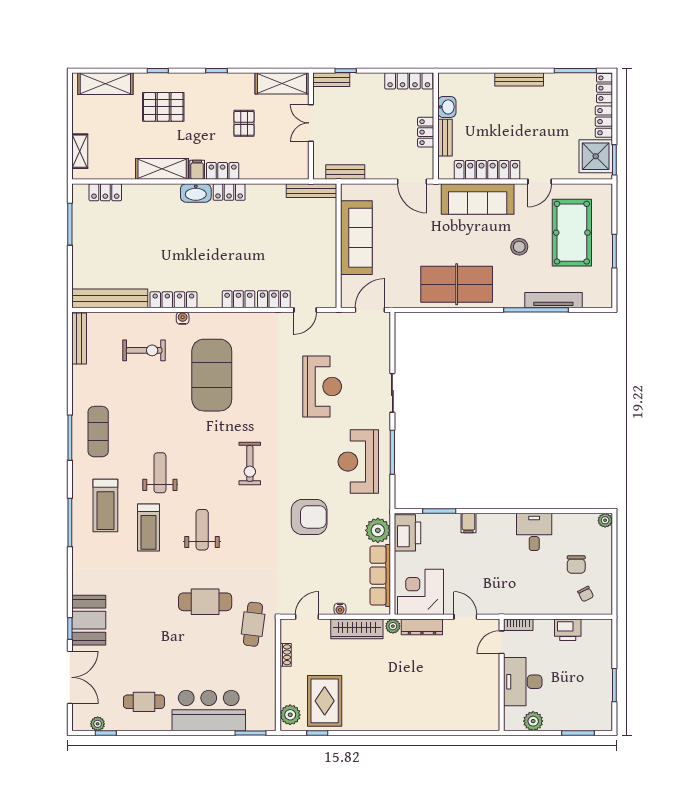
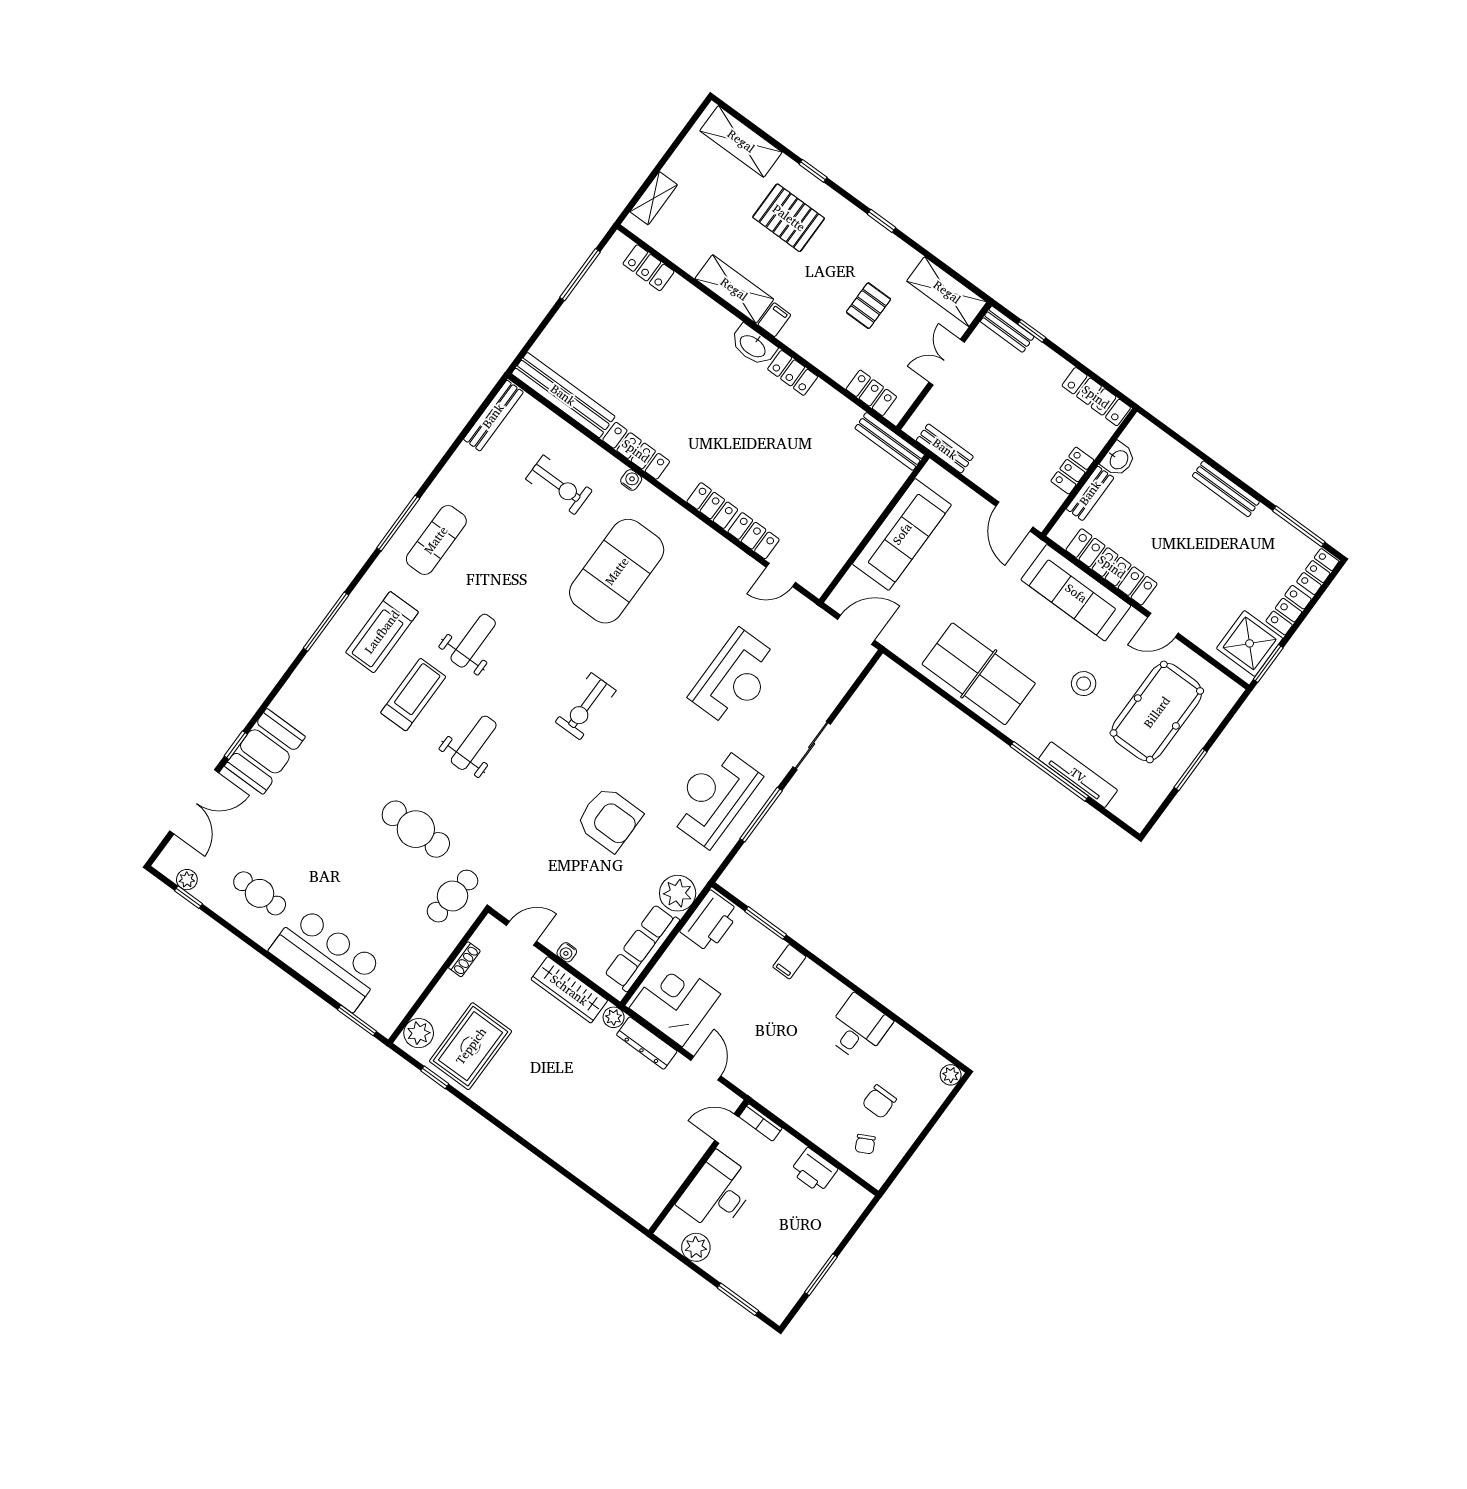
locker: (223, 171) -> (871, 393), moved
treadmill: (148, 528) -> (413, 695), turned 180

